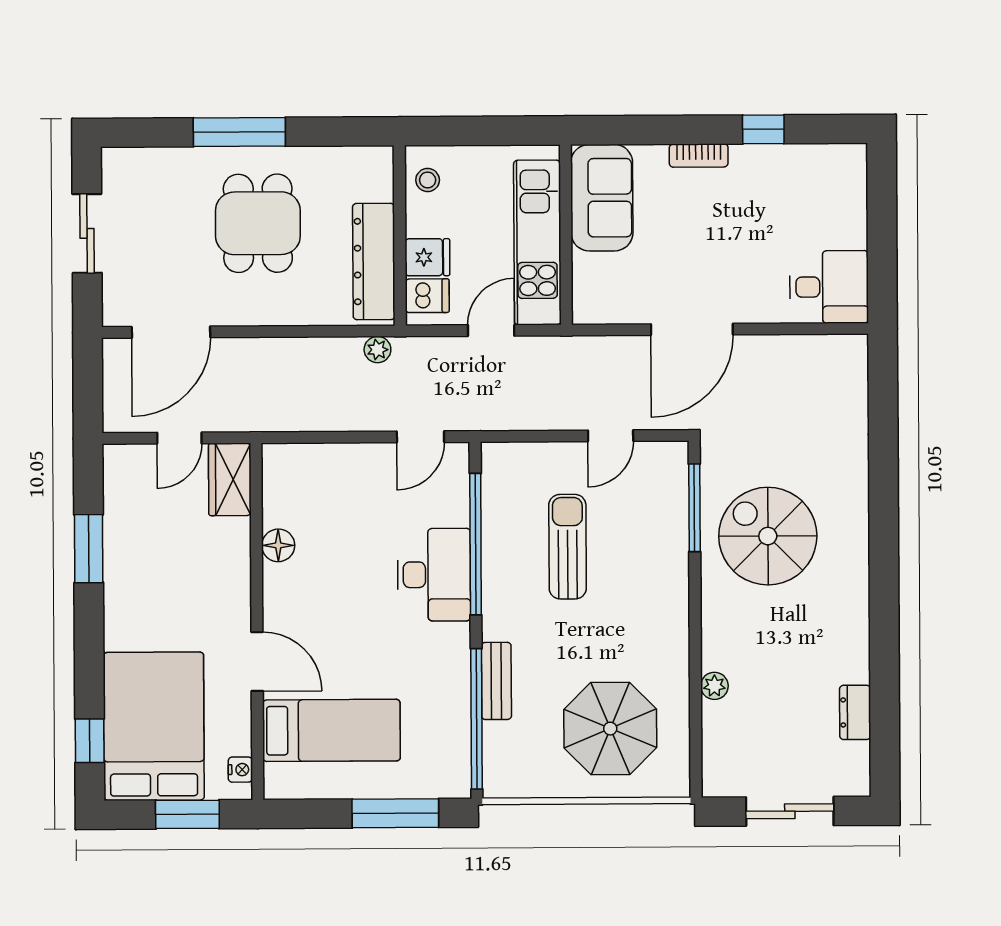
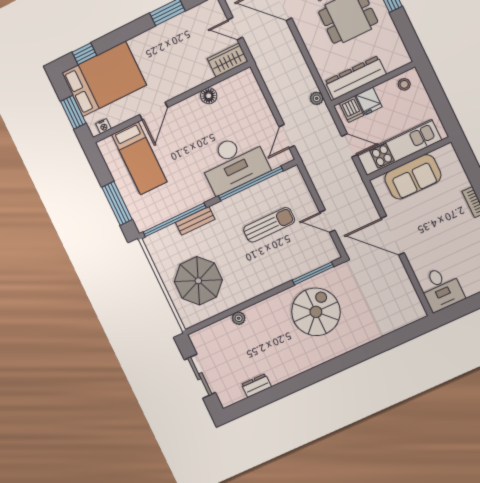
sofa: (602, 198) -> (413, 177), moved
door: (420, 437) -> (287, 136), hinge flipped
desk: (434, 575) -> (234, 163), width x1.36, depth x1.30

